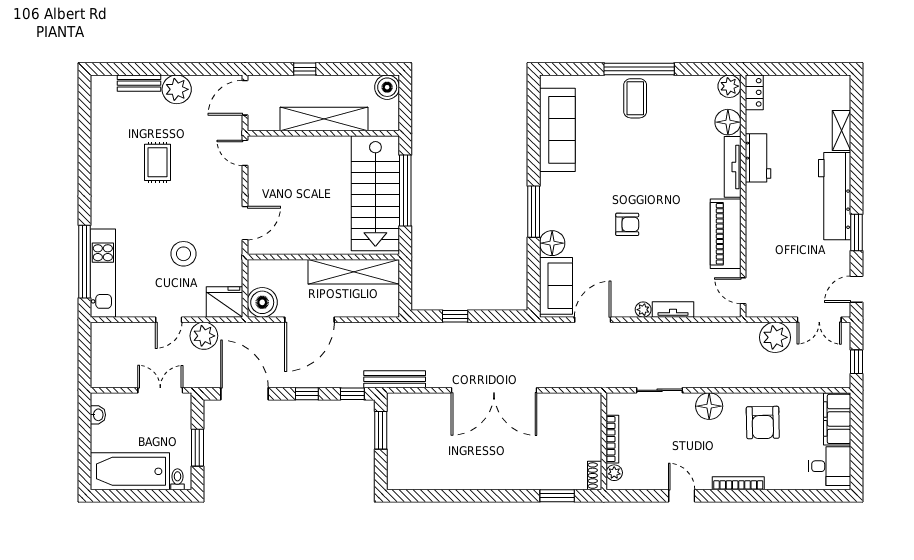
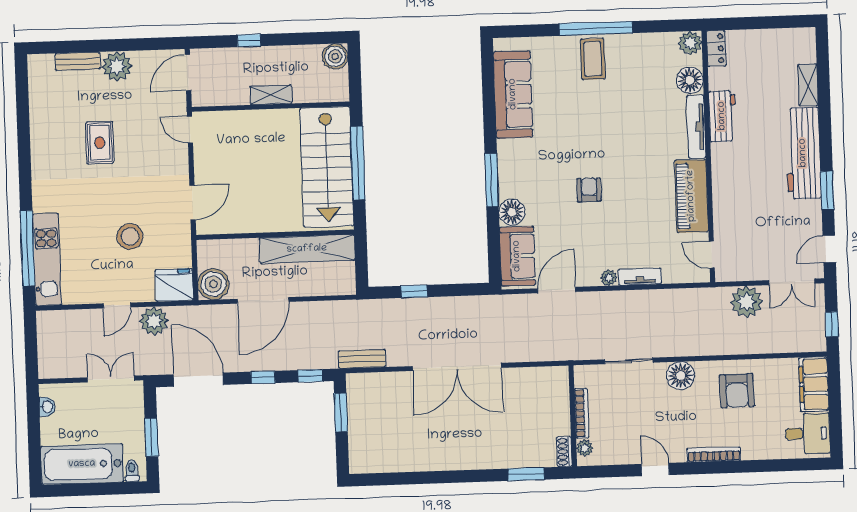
shelving: (324, 119) -> (271, 95), width x0.45, depth x0.75
armchair: (627, 224) -> (589, 190), turned -90
bench: (395, 379) -> (362, 359), width x0.73

